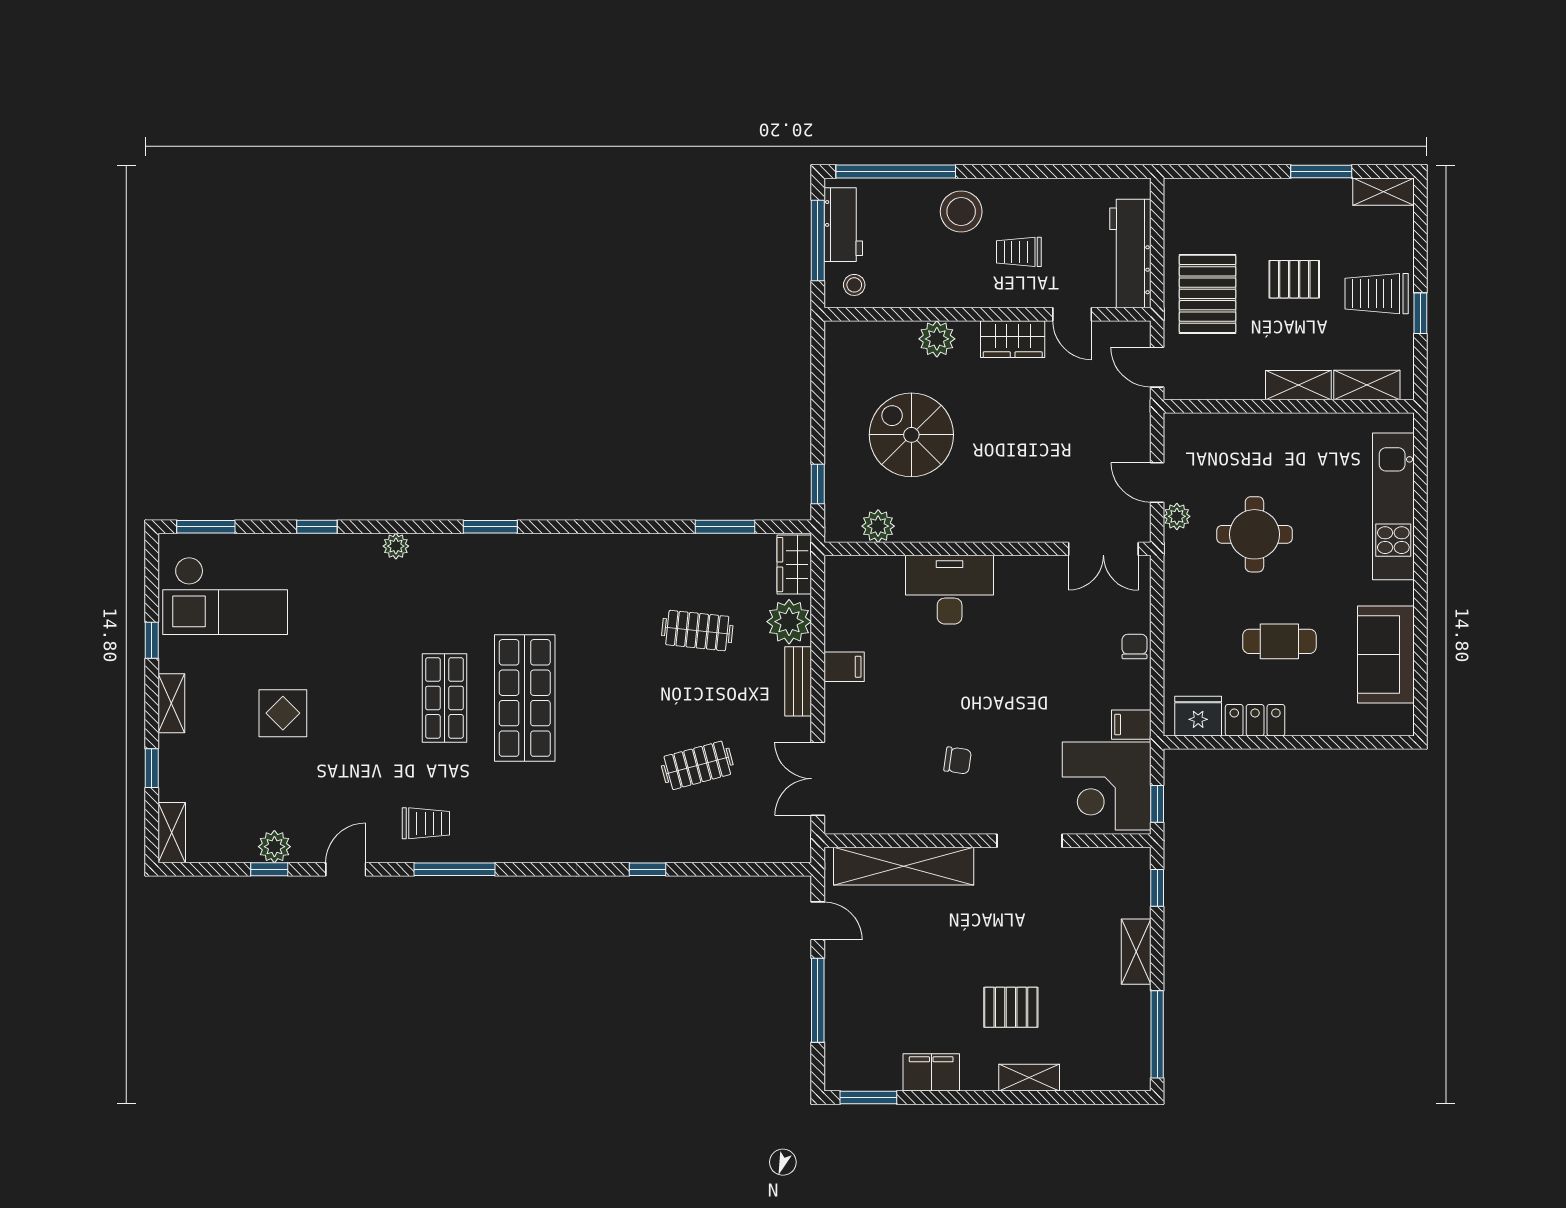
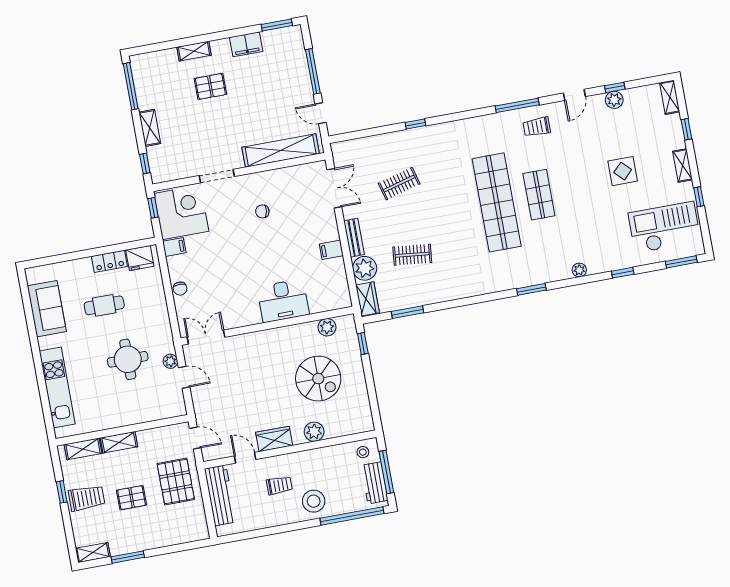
shop shelf: (525, 698) -> (497, 202), width x1.40

